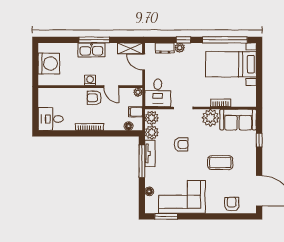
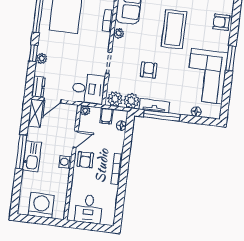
dresser: (165, 48) -> (38, 87), moved
plant: (210, 118) -> (119, 33), width x0.53, depth x0.53
desk: (51, 119) -> (88, 209), moved
coffee table: (220, 163) -> (174, 29), width x1.36, depth x1.32
window: (166, 216) -> (231, 58), moved

